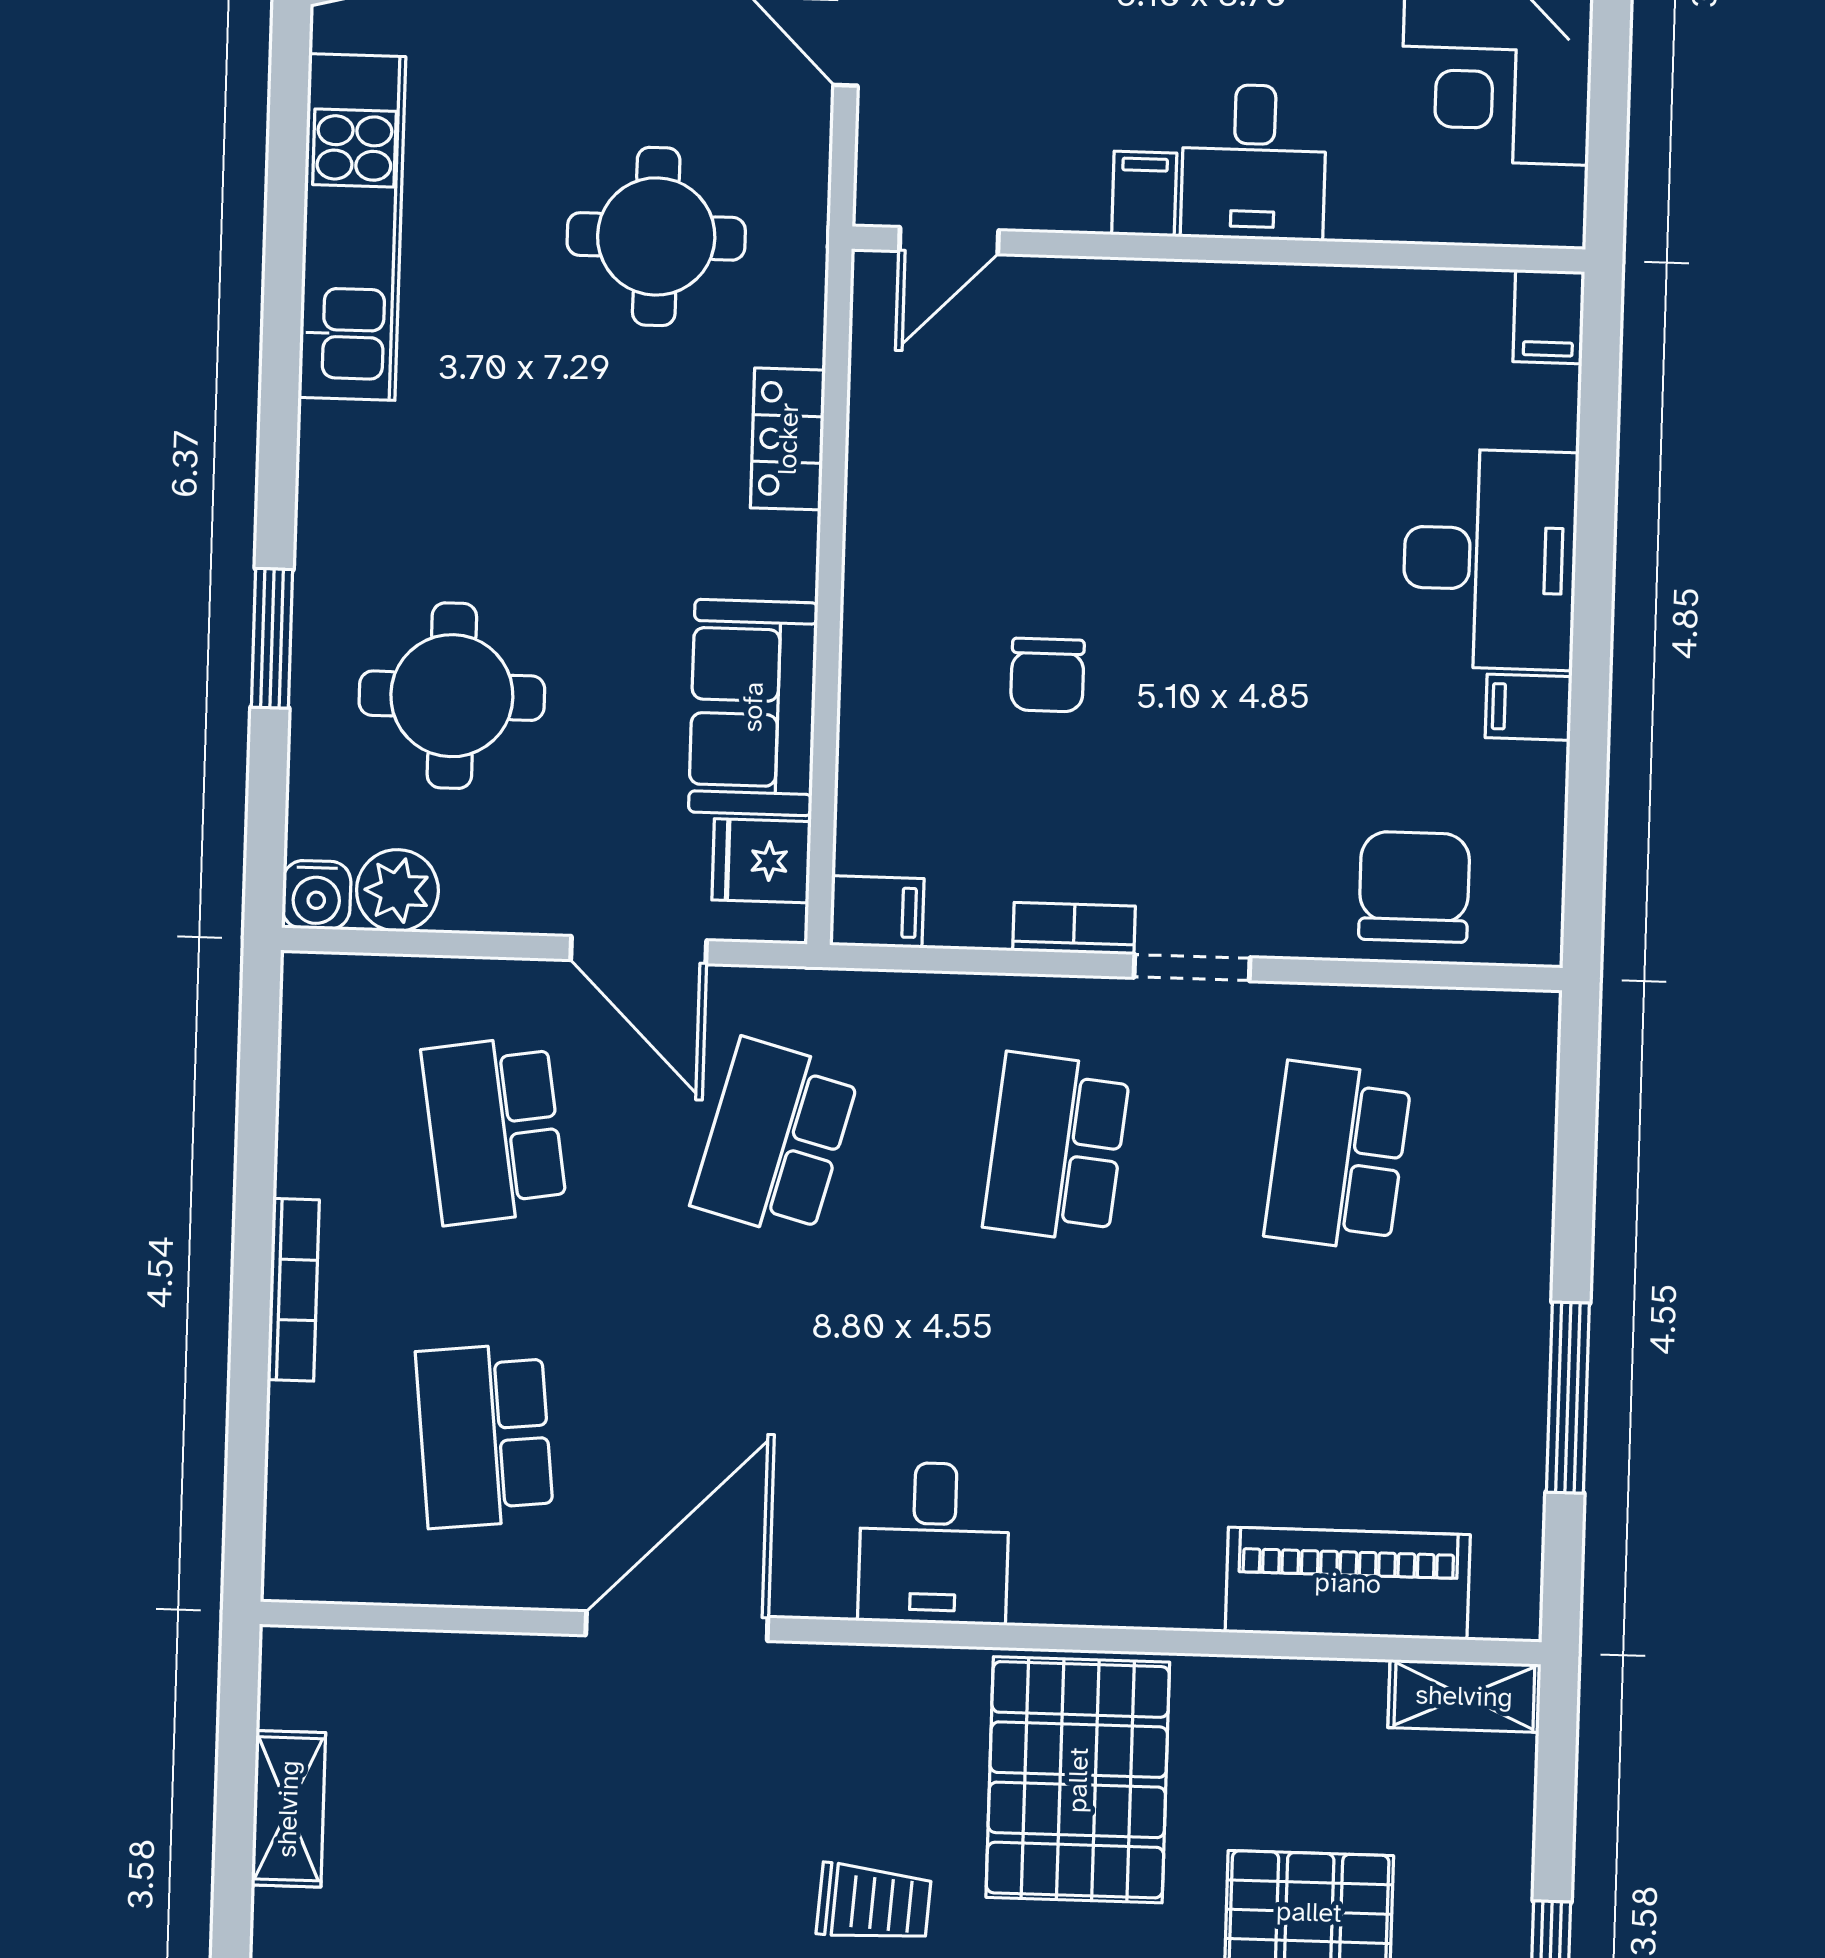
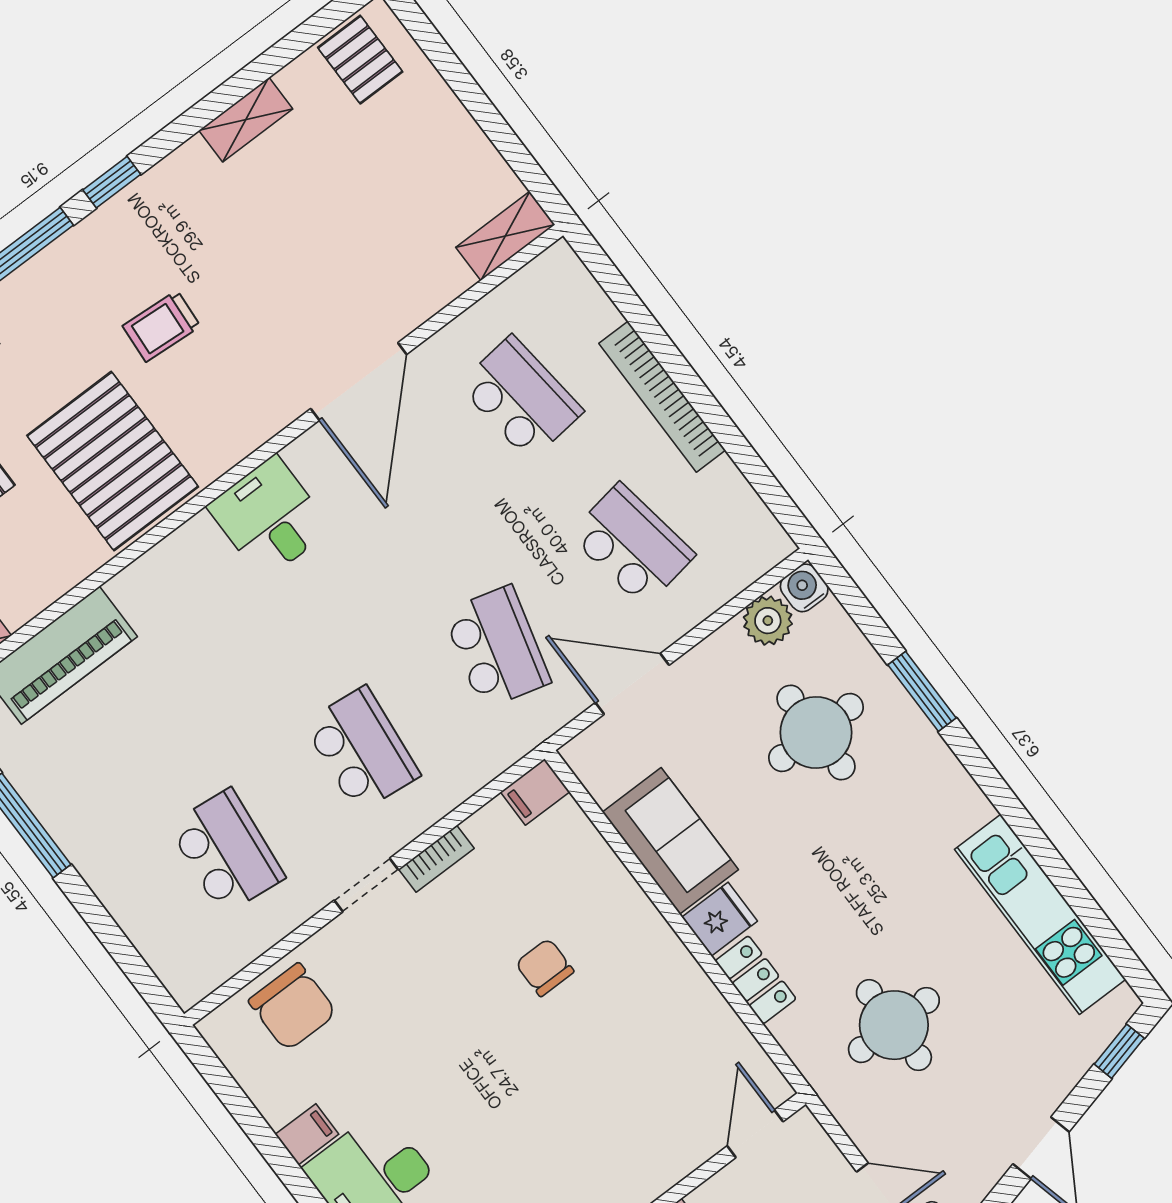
fridge: (761, 861) -> (720, 919), moved
bookcase: (293, 1290) -> (662, 397), width x1.48, depth x1.31
shelving: (288, 1809) -> (505, 236), moved, turned 90

